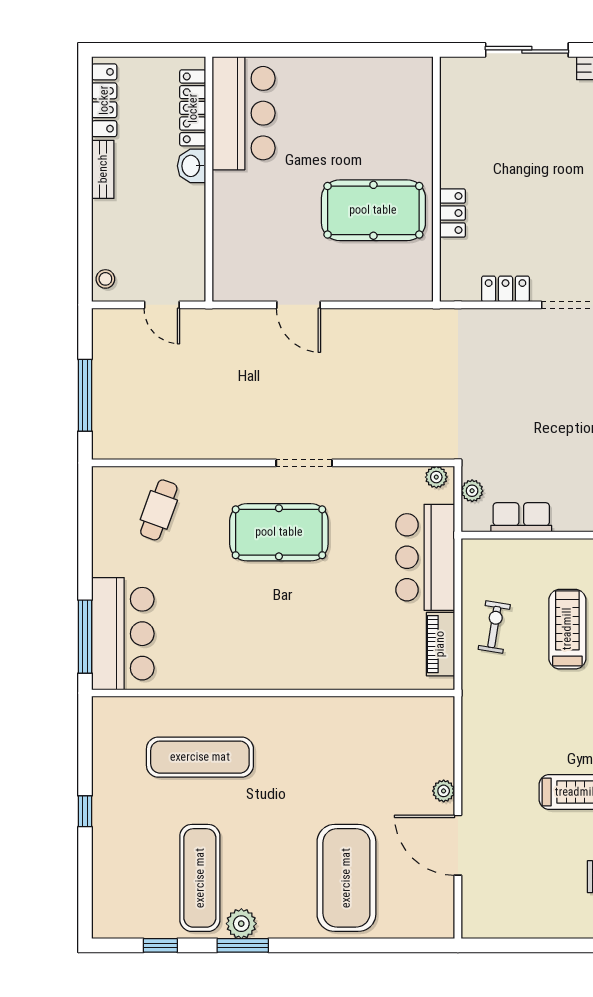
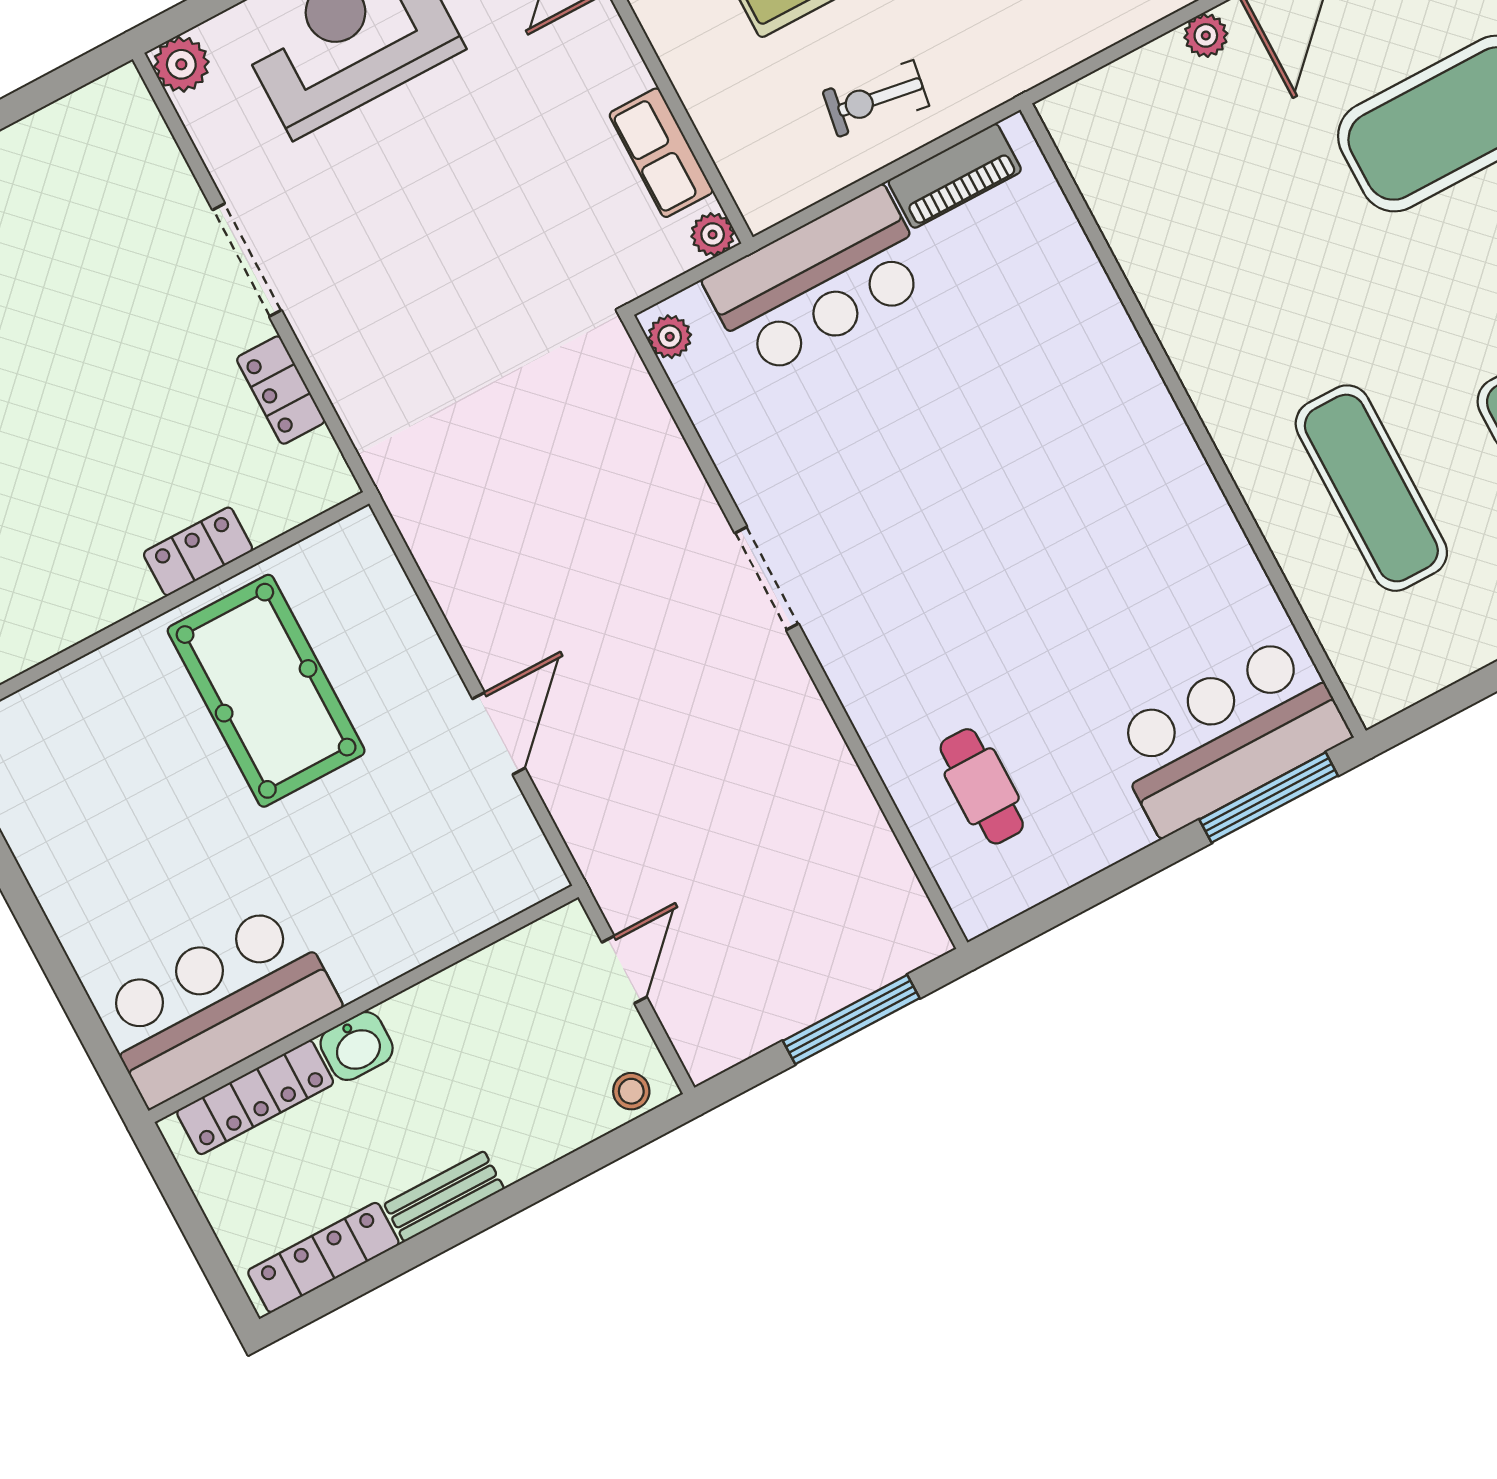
plant: (472, 491) -> (713, 234), moved
cafe table: (159, 510) -> (982, 786), turned 70
pool table: (279, 532) -> (910, 558), removed

